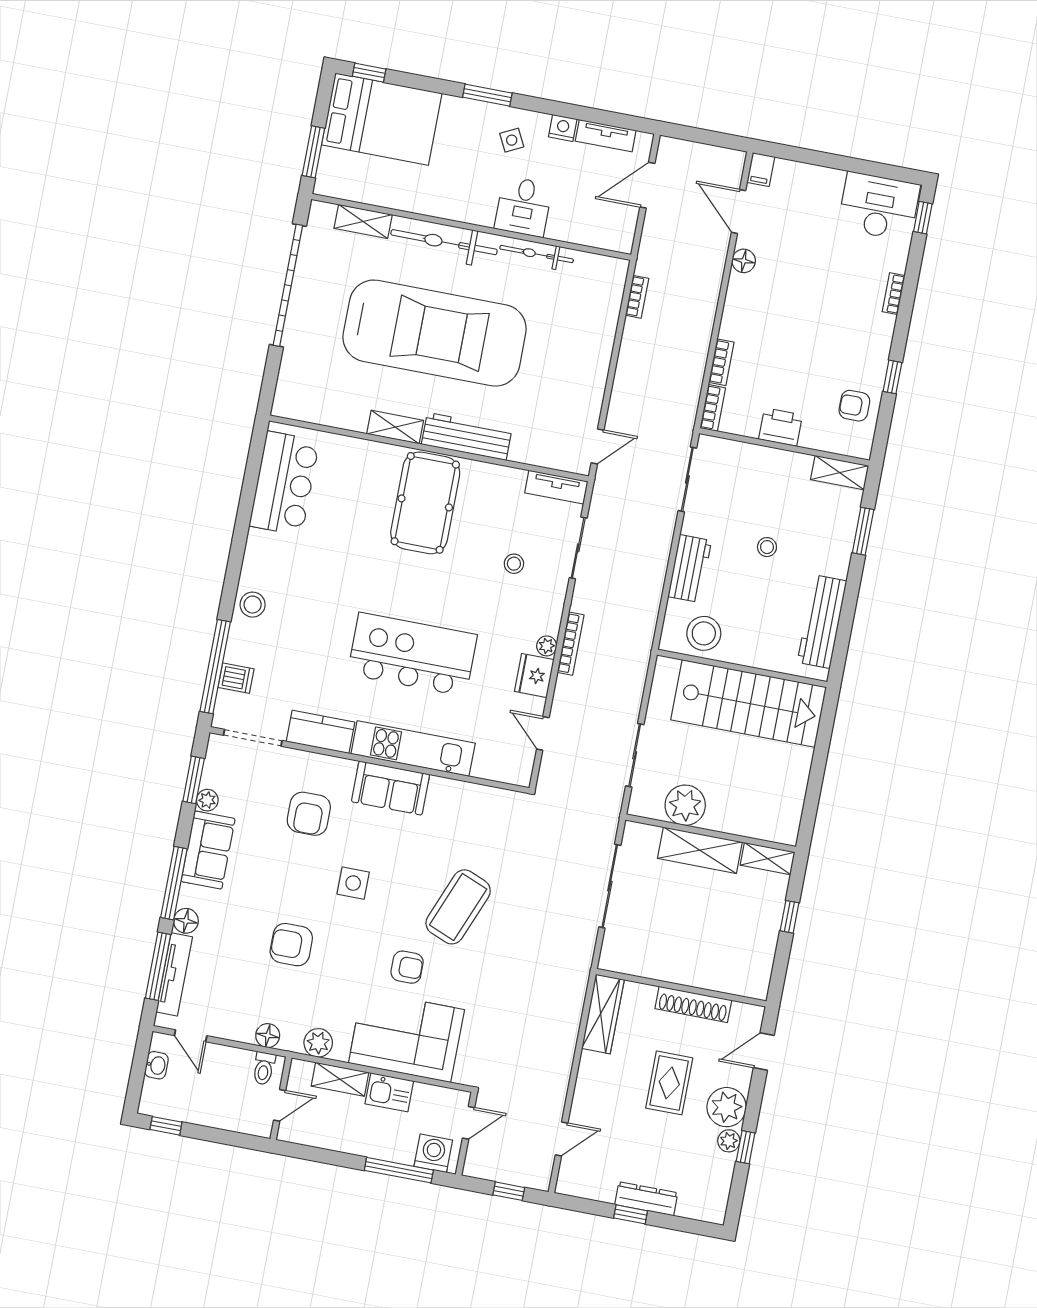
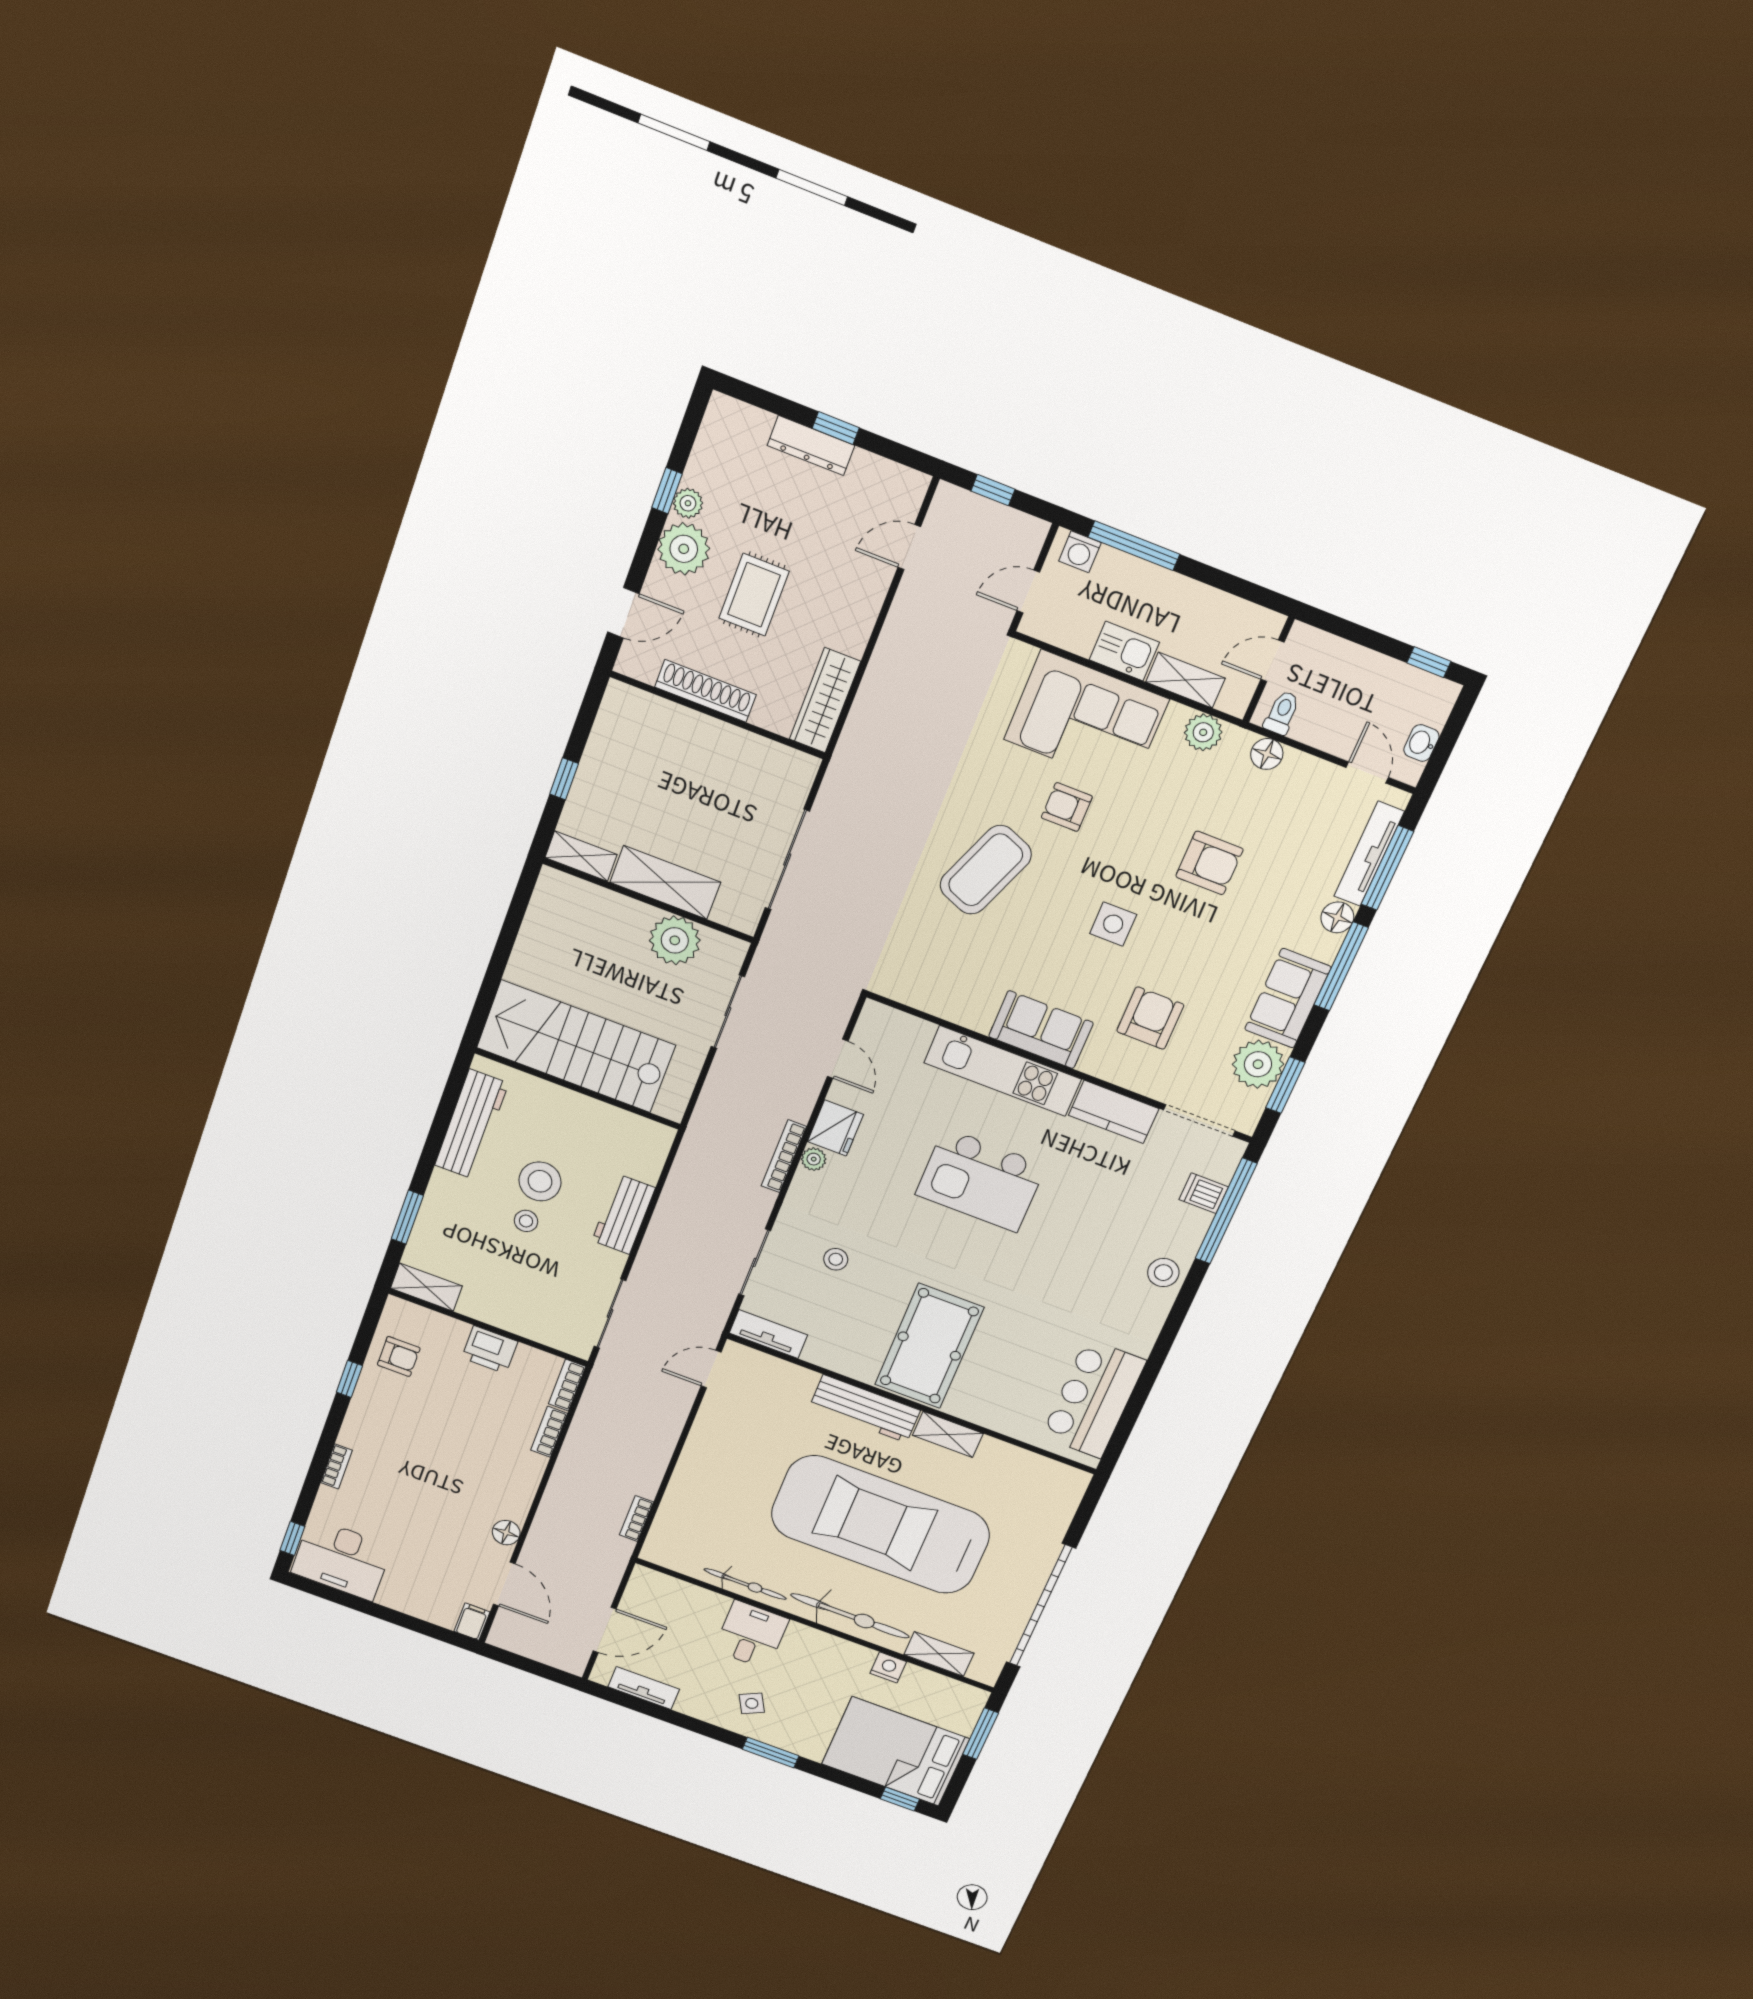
nightstand: (563, 128) -> (888, 1667), moved, turned 180
stool: (704, 633) -> (540, 1181), moved
kitchen island: (412, 654) -> (981, 1180), width x0.73
plant: (207, 800) -> (1258, 1064), width x1.88, depth x1.88
washing machine: (433, 1153) -> (1080, 552), width x0.73, depth x0.73

